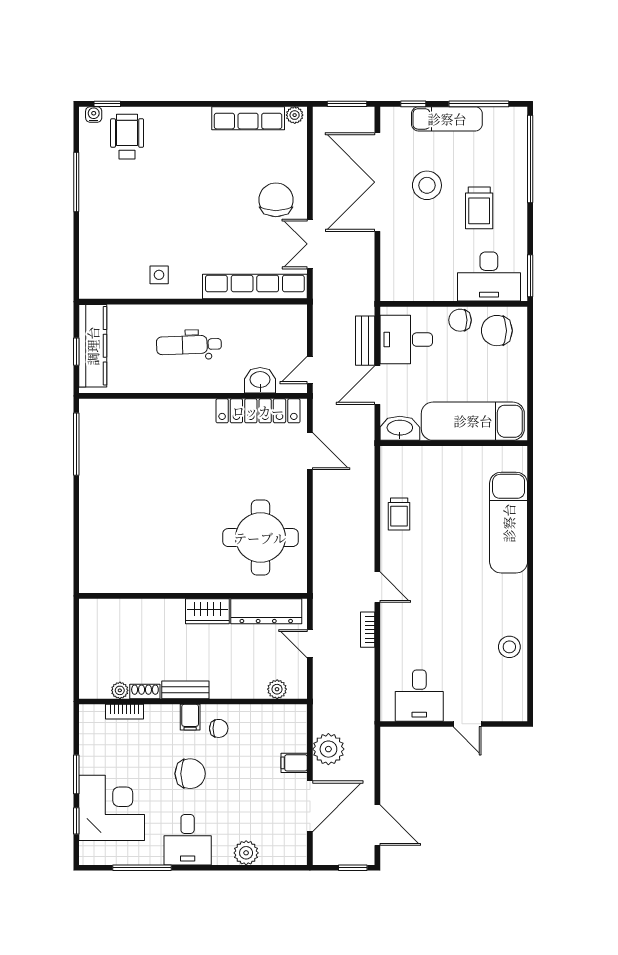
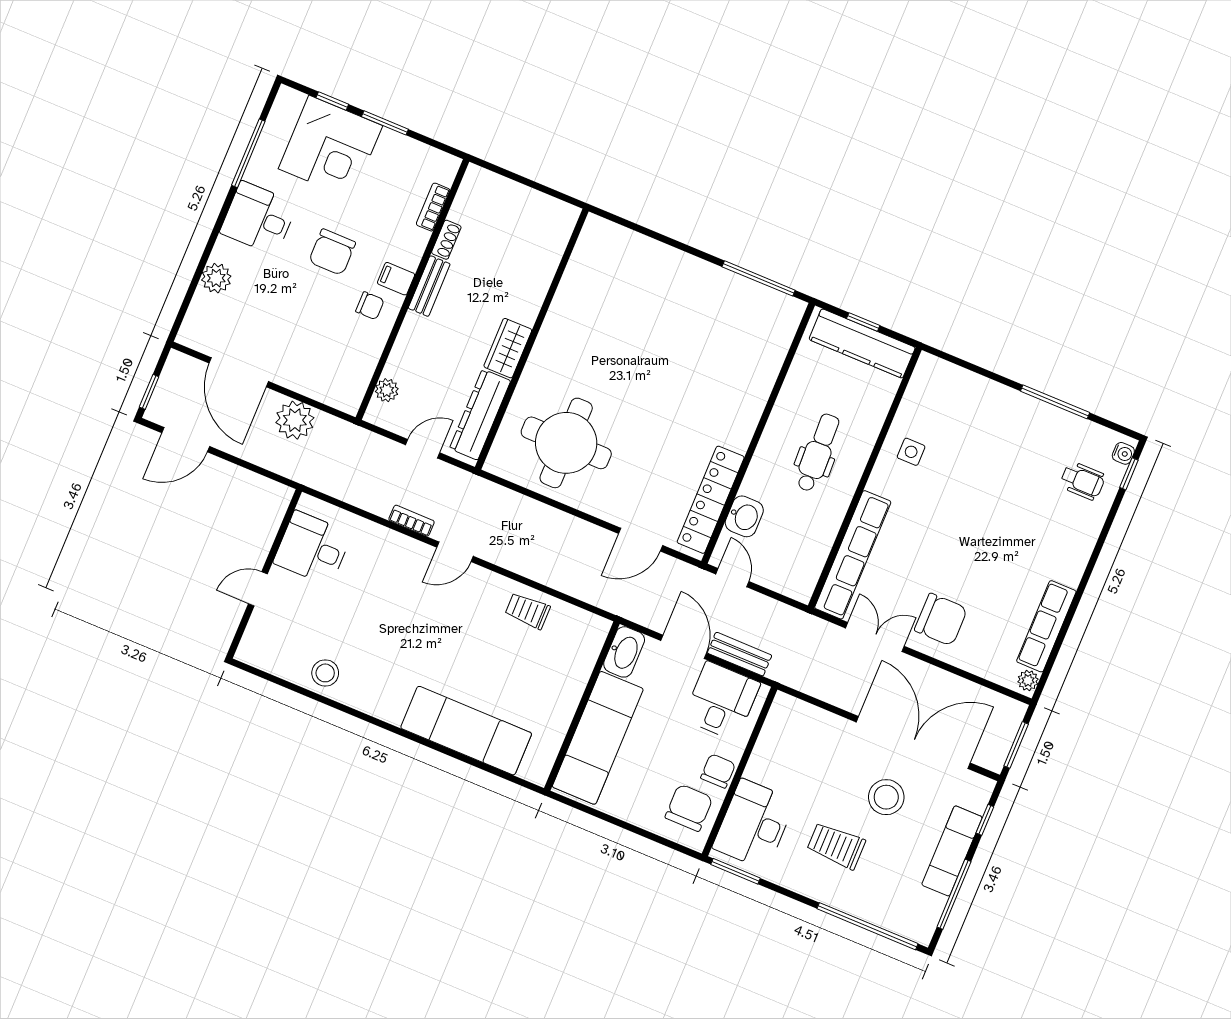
wheelchair: (127, 137) -> (1083, 481), width x0.73, depth x0.73
plant: (120, 690) -> (459, 212), removed
chair: (219, 728) -> (370, 306), turned -90
filing cabinet: (294, 763) -> (295, 375), removed

